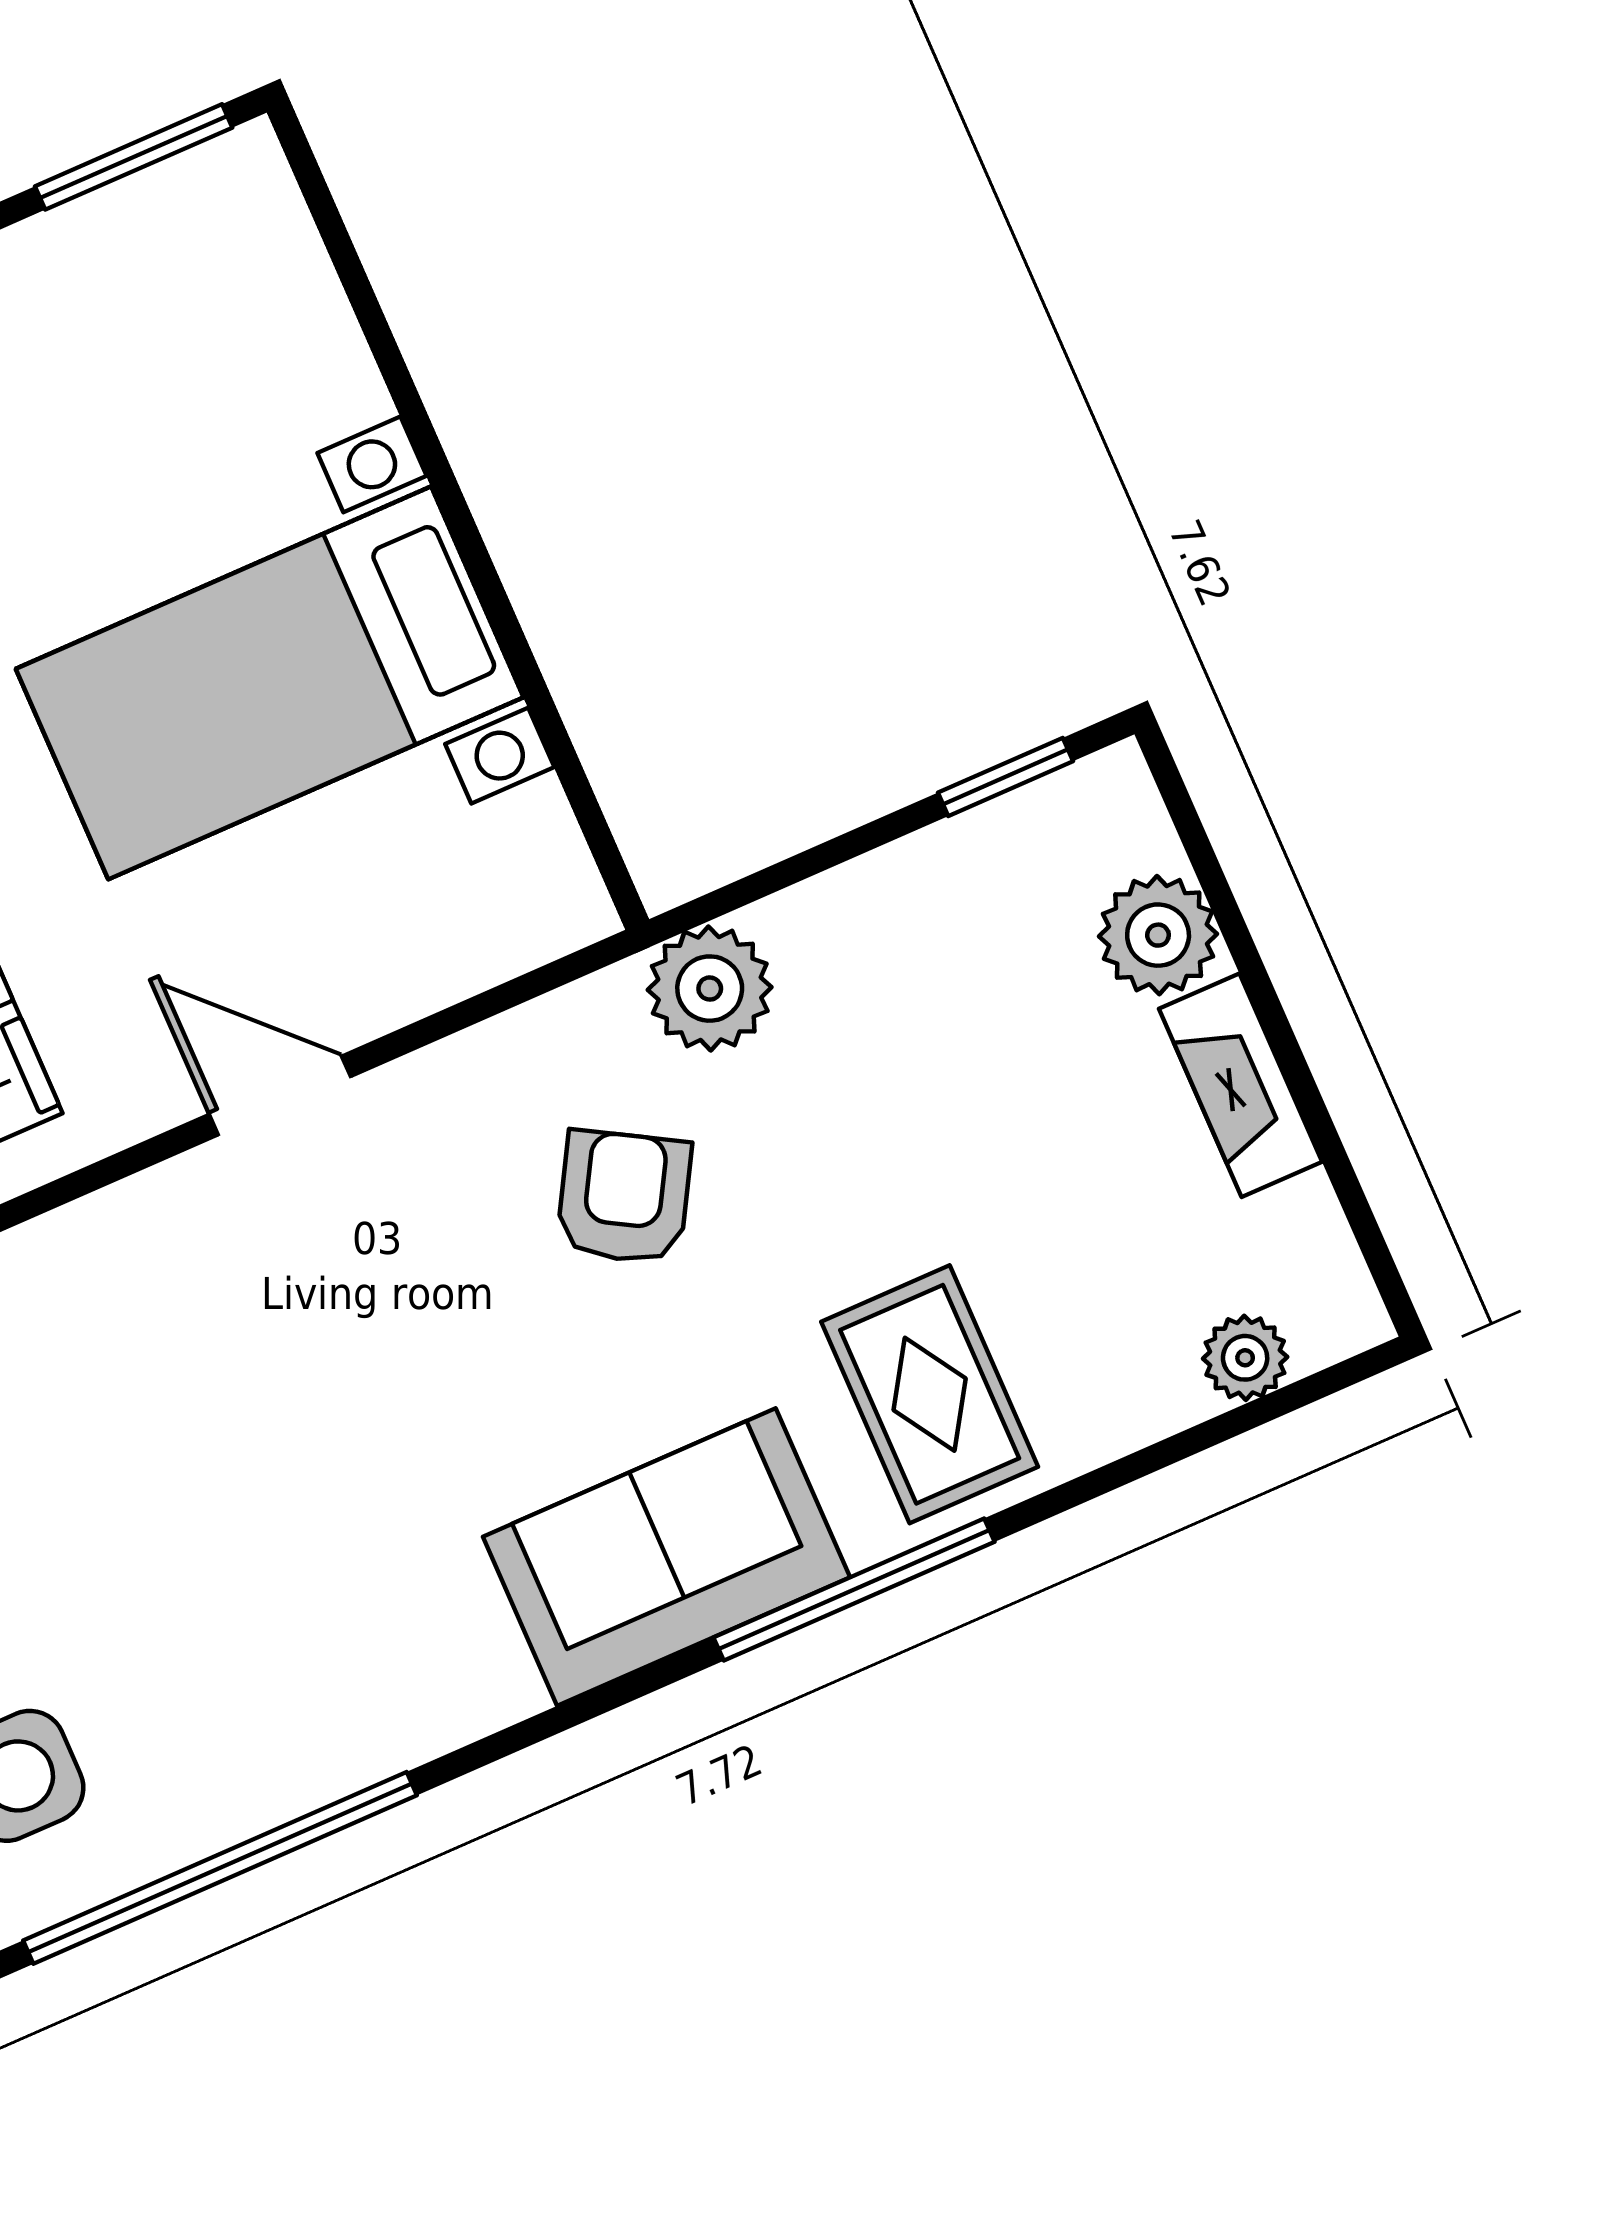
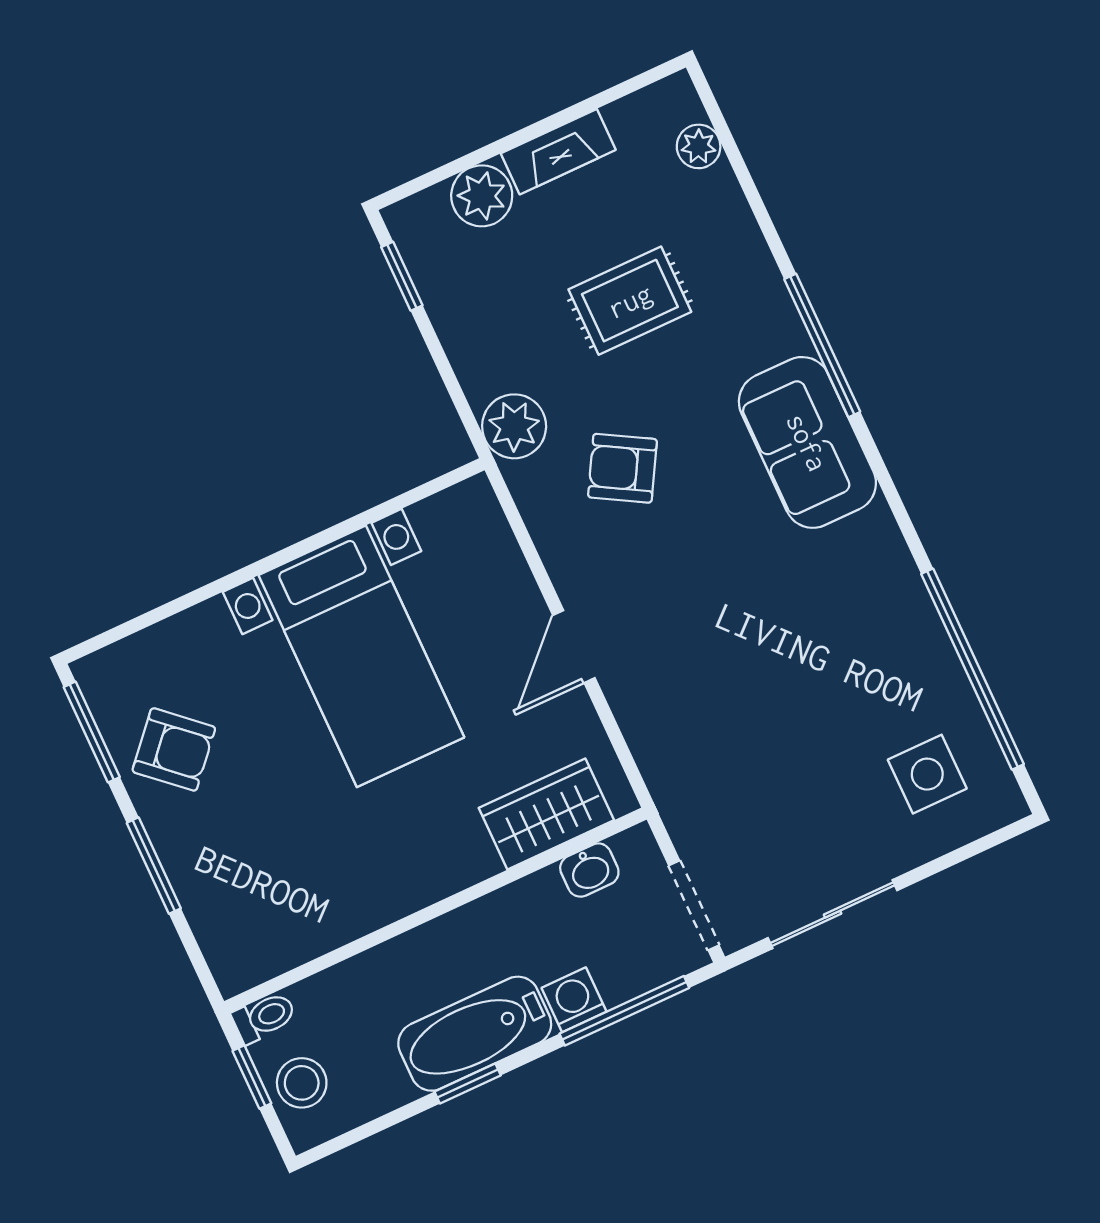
armchair: (97, 315) -> (174, 749), added
rug: (930, 1394) -> (630, 301), moved

